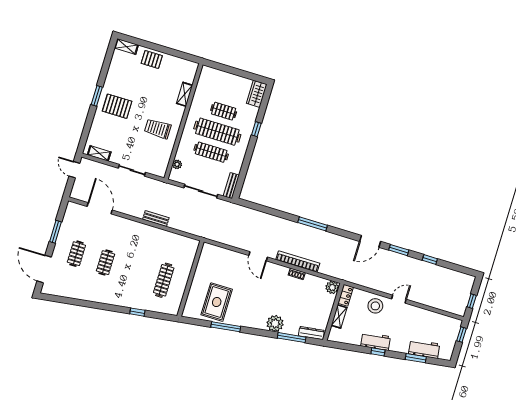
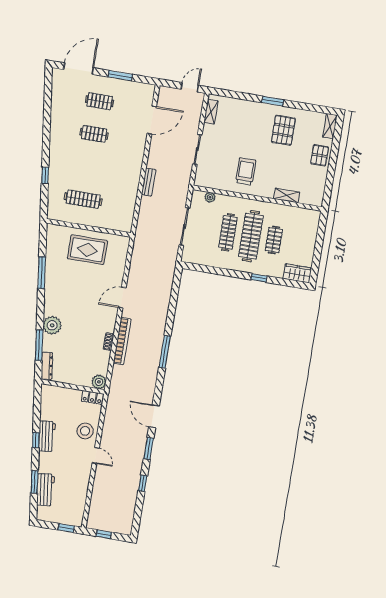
pallet: (117, 106) -> (283, 130), moved
bench: (231, 186) -> (195, 259), removed
rug: (217, 302) -> (87, 250), moved
shelving: (339, 316) -> (69, 393), removed

